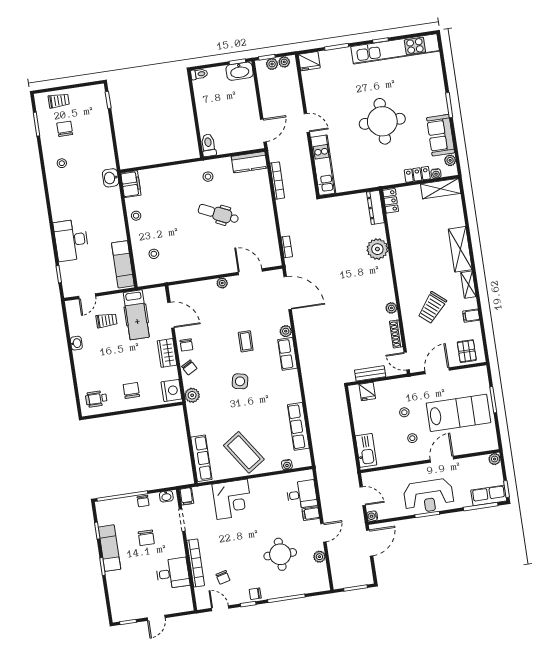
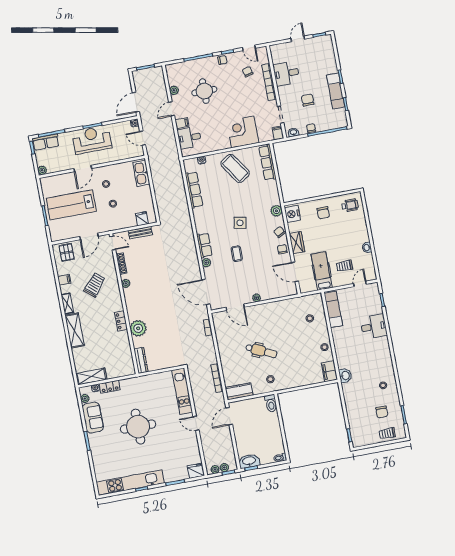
locker: (391, 201) -> (121, 321), moved
desk: (71, 240) -> (374, 327), width x0.73

